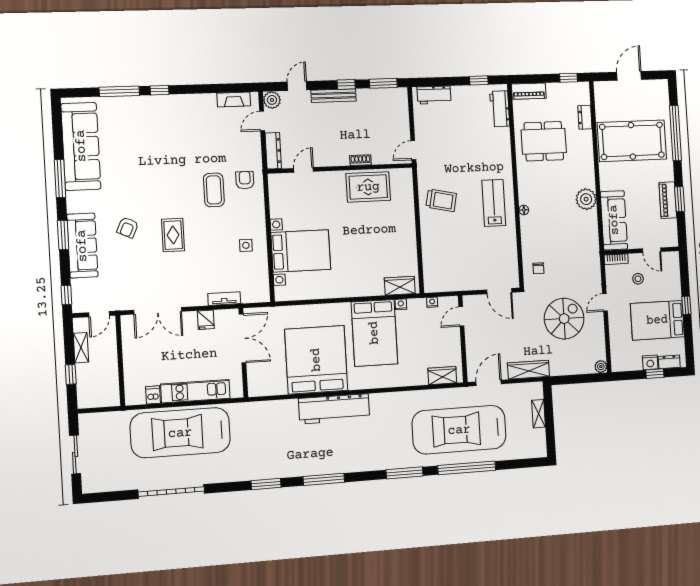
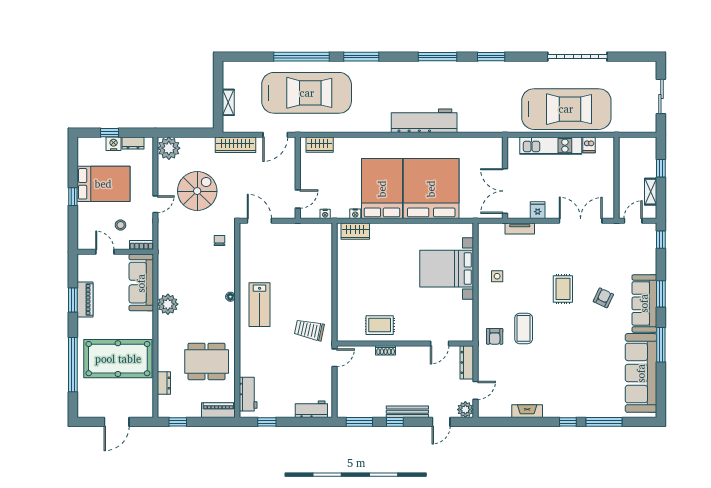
fireplace: (234, 99) -> (527, 411), moved
rug: (368, 187) -> (380, 325), width x0.73, depth x0.70
trolley: (441, 200) -> (309, 330), moved
sofa: (82, 246) -> (644, 303), moved
spiral stairs: (564, 319) -> (197, 191), turned 180
bed: (316, 360) -> (431, 189), moved, turned 180
dresser: (669, 362) -> (133, 143), moved
plant: (601, 367) -> (169, 148), width x1.88, depth x1.88

